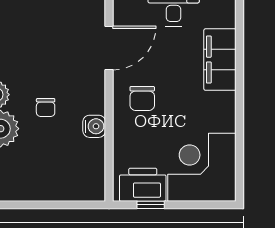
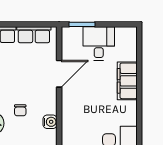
chair: (142, 98) -> (80, 105), removed

